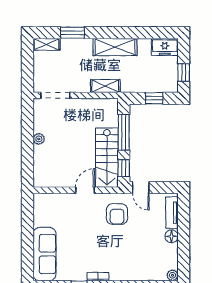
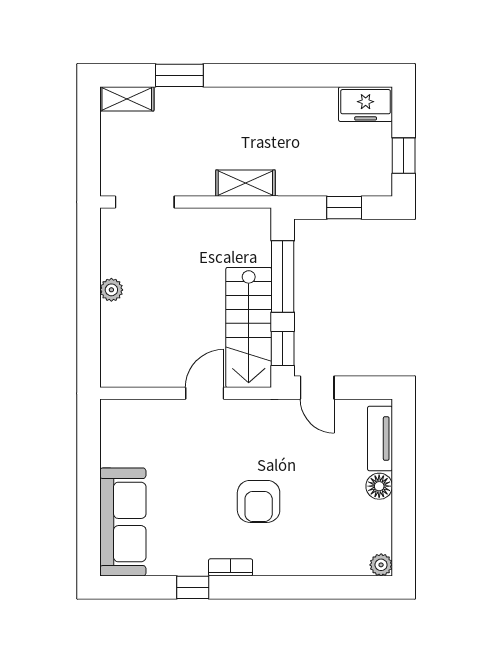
shelving: (115, 47) -> (265, 104), removed
armchair: (117, 214) -> (259, 501), moved

